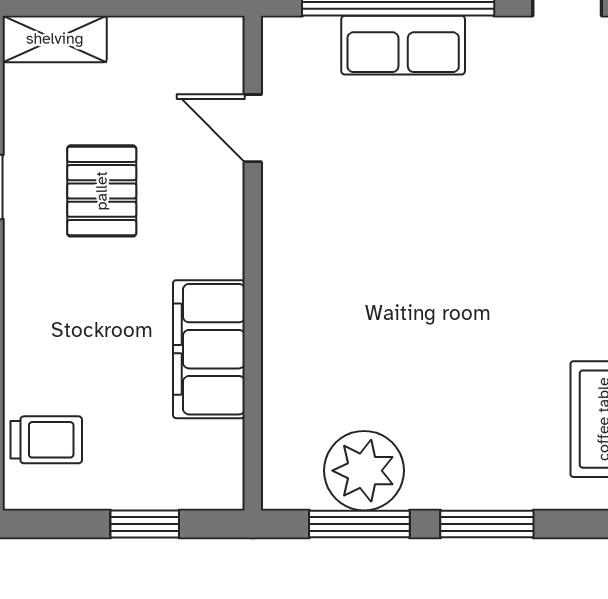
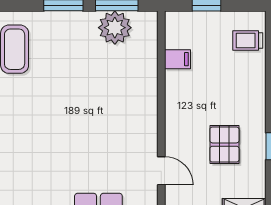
filing cabinet: (209, 349) -> (177, 59), width x0.33, depth x0.86

